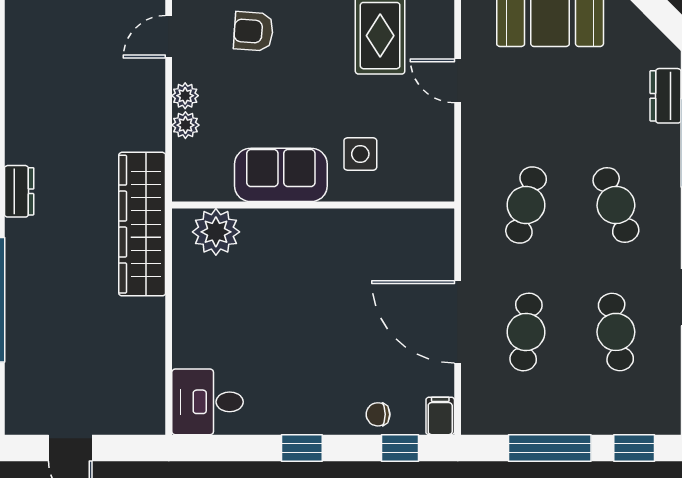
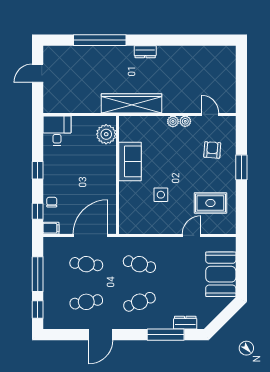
sofa: (281, 175) -> (130, 161), moved
wall: (313, 205) -> (117, 175), moved
plant: (216, 232) -> (106, 134), moved

